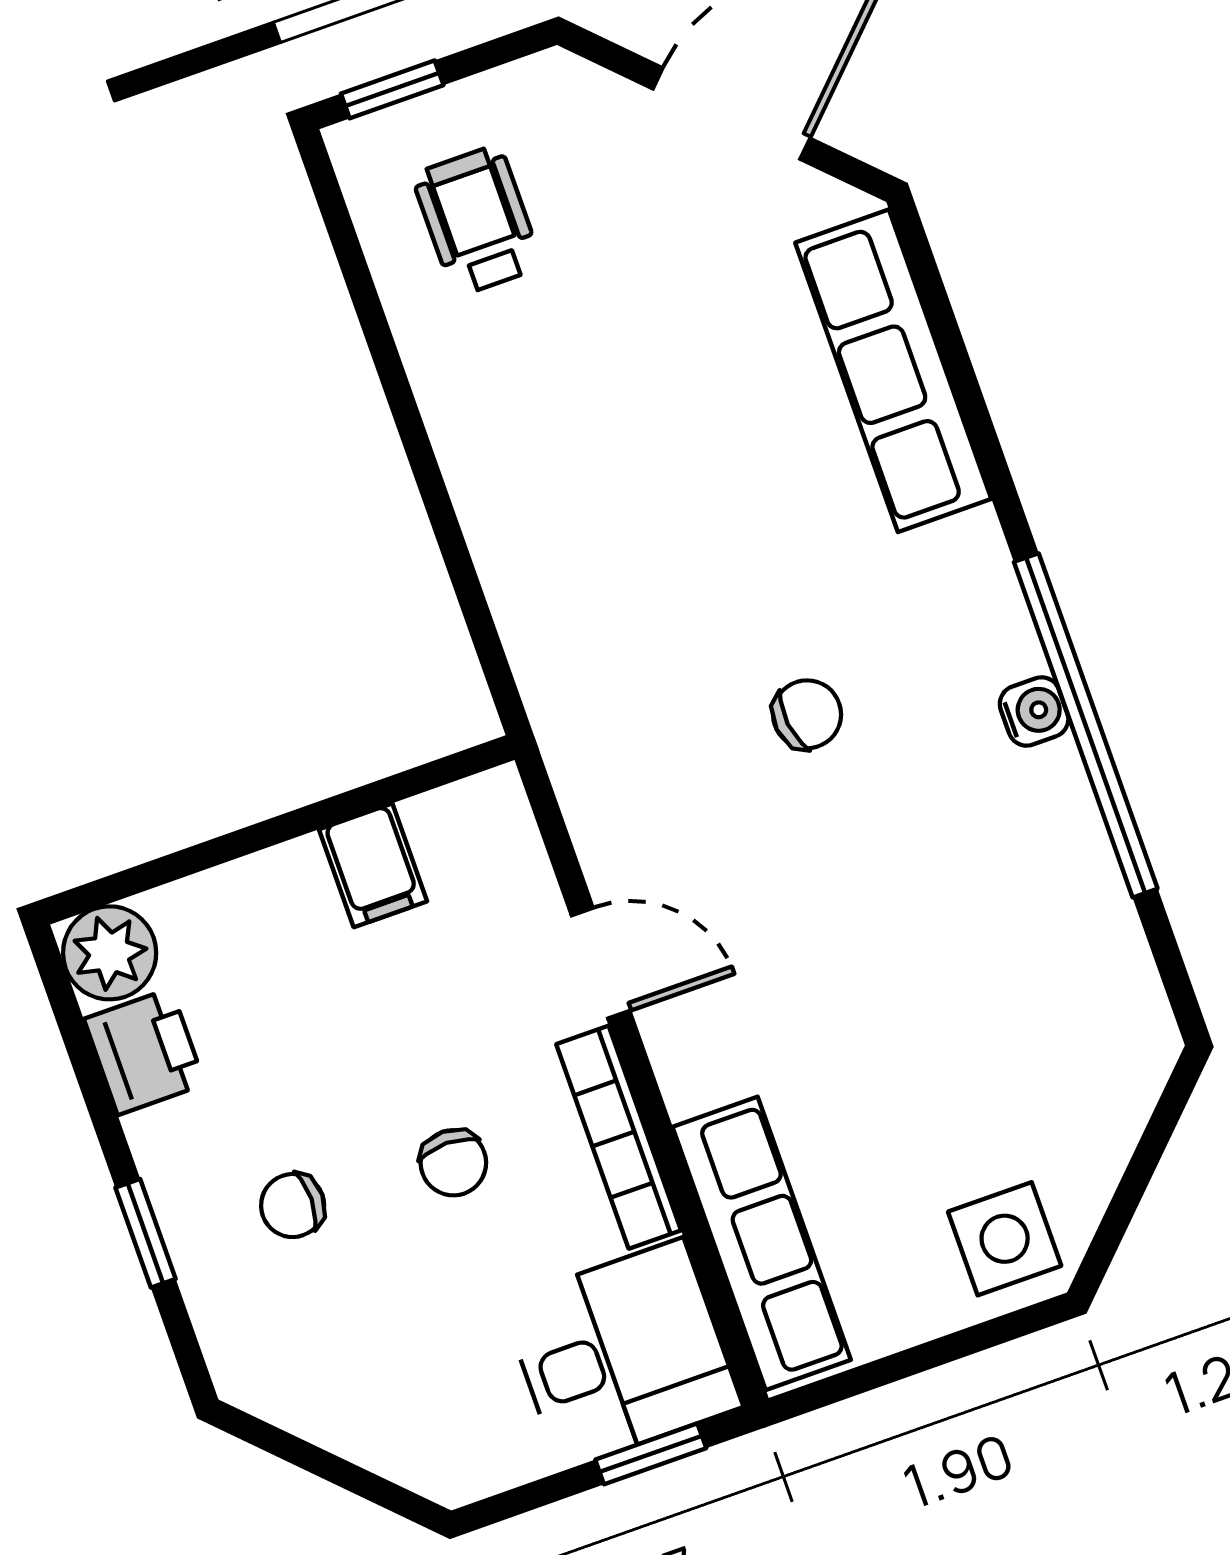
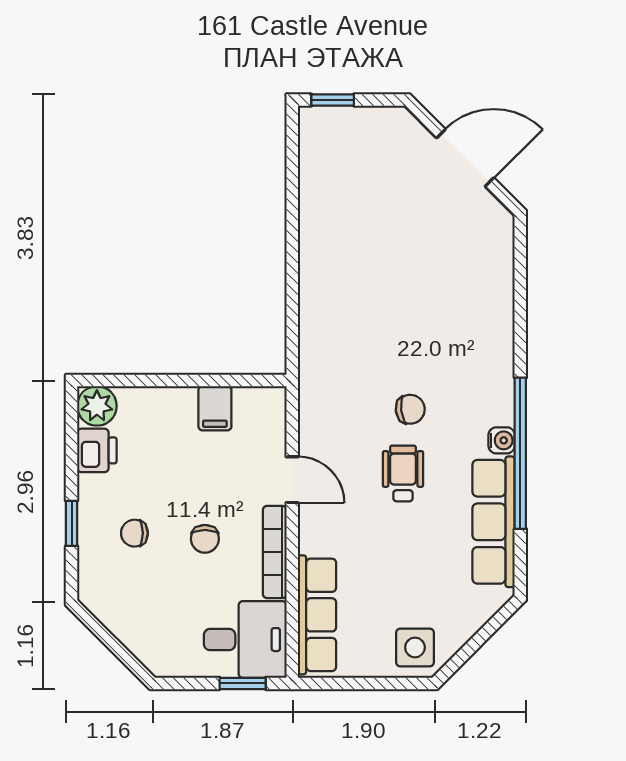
wheelchair: (477, 221) -> (403, 473), moved
row of seats: (893, 371) -> (494, 522), moved

